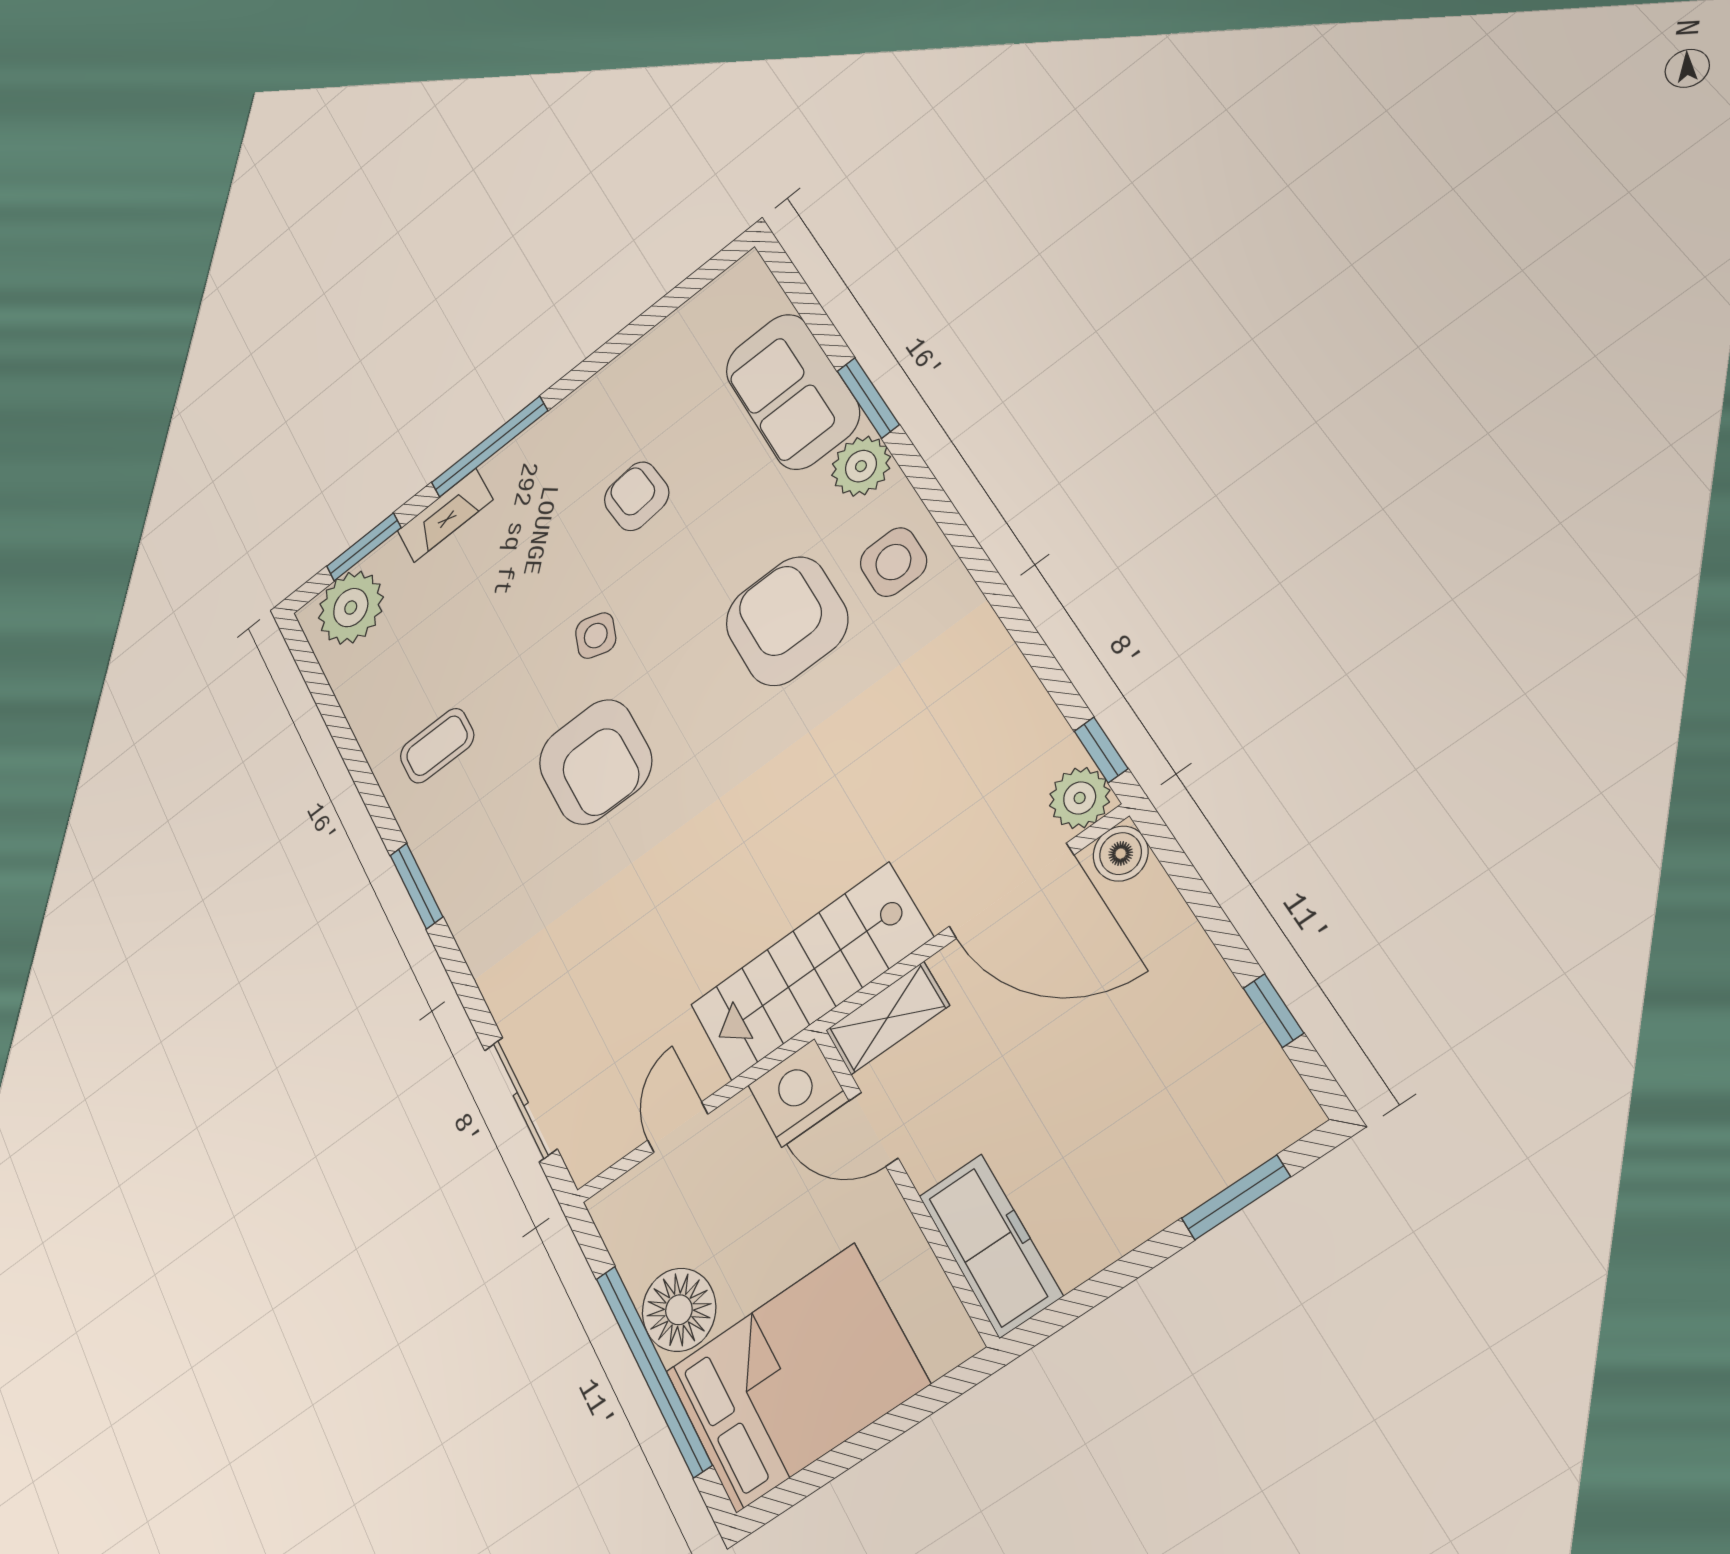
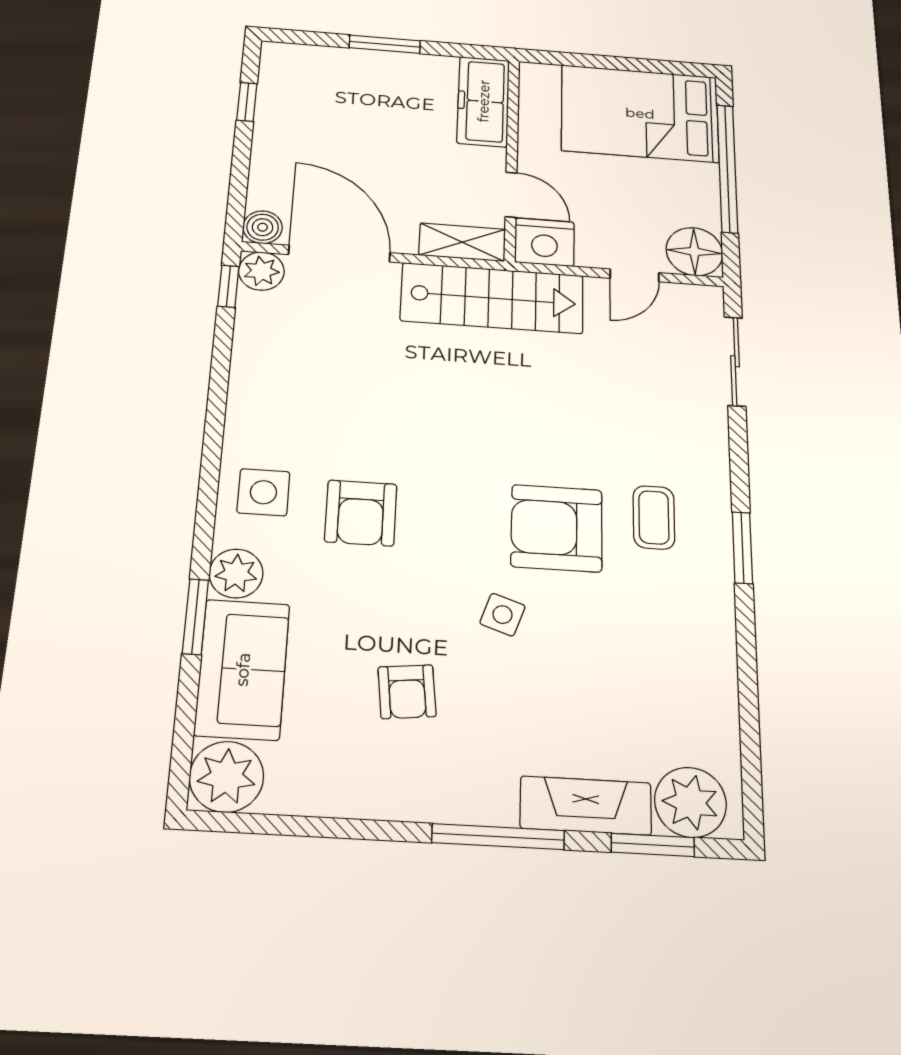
plant: (741, 299) -> (226, 777), added
fireplace: (445, 515) -> (586, 806), width x1.37, depth x1.32
armchair: (787, 621) -> (361, 513), width x0.73, depth x0.73
coffee table: (437, 746) -> (654, 517), moved, turned 90
armchair: (595, 762) -> (557, 528), turned -90
window: (1236, 1197) -> (385, 44), moved
floor lamp: (679, 1310) -> (694, 252), moved

